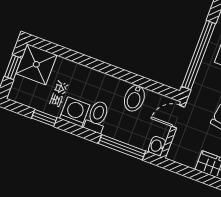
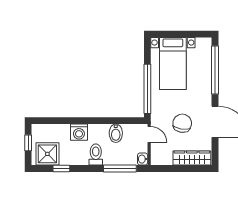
shower: (36, 64) -> (47, 154), moved
washing machine: (75, 112) -> (79, 132), moved, turned 180
door: (178, 117) -> (149, 134), swing flipped

